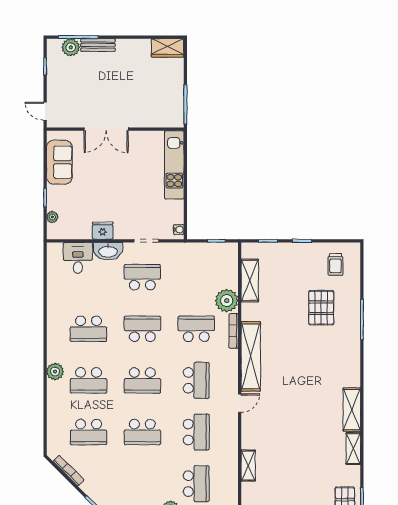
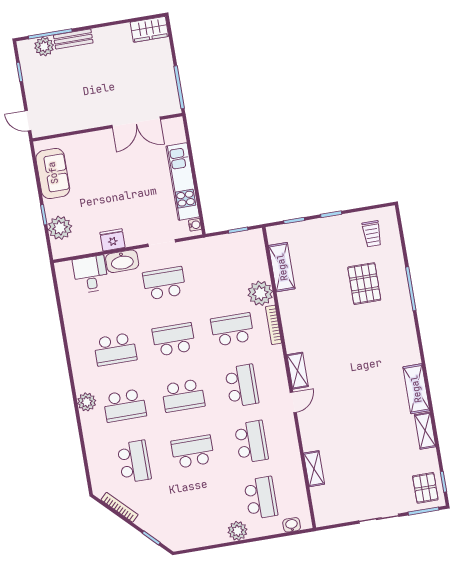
double door: (106, 129) -> (136, 122), moved
kitchen unit: (174, 165) -> (183, 182), moved
plant: (52, 217) -> (60, 228), width x1.88, depth x1.88
shelving: (251, 356) -> (298, 371), width x0.45, depth x0.75
school desk: (89, 432) -> (134, 462), turned -90
school desk: (142, 432) -> (193, 452), turned 180

